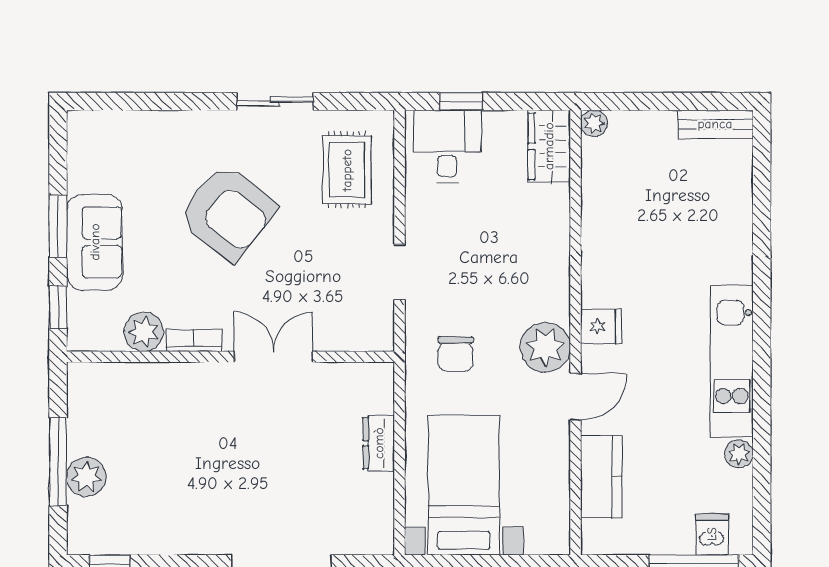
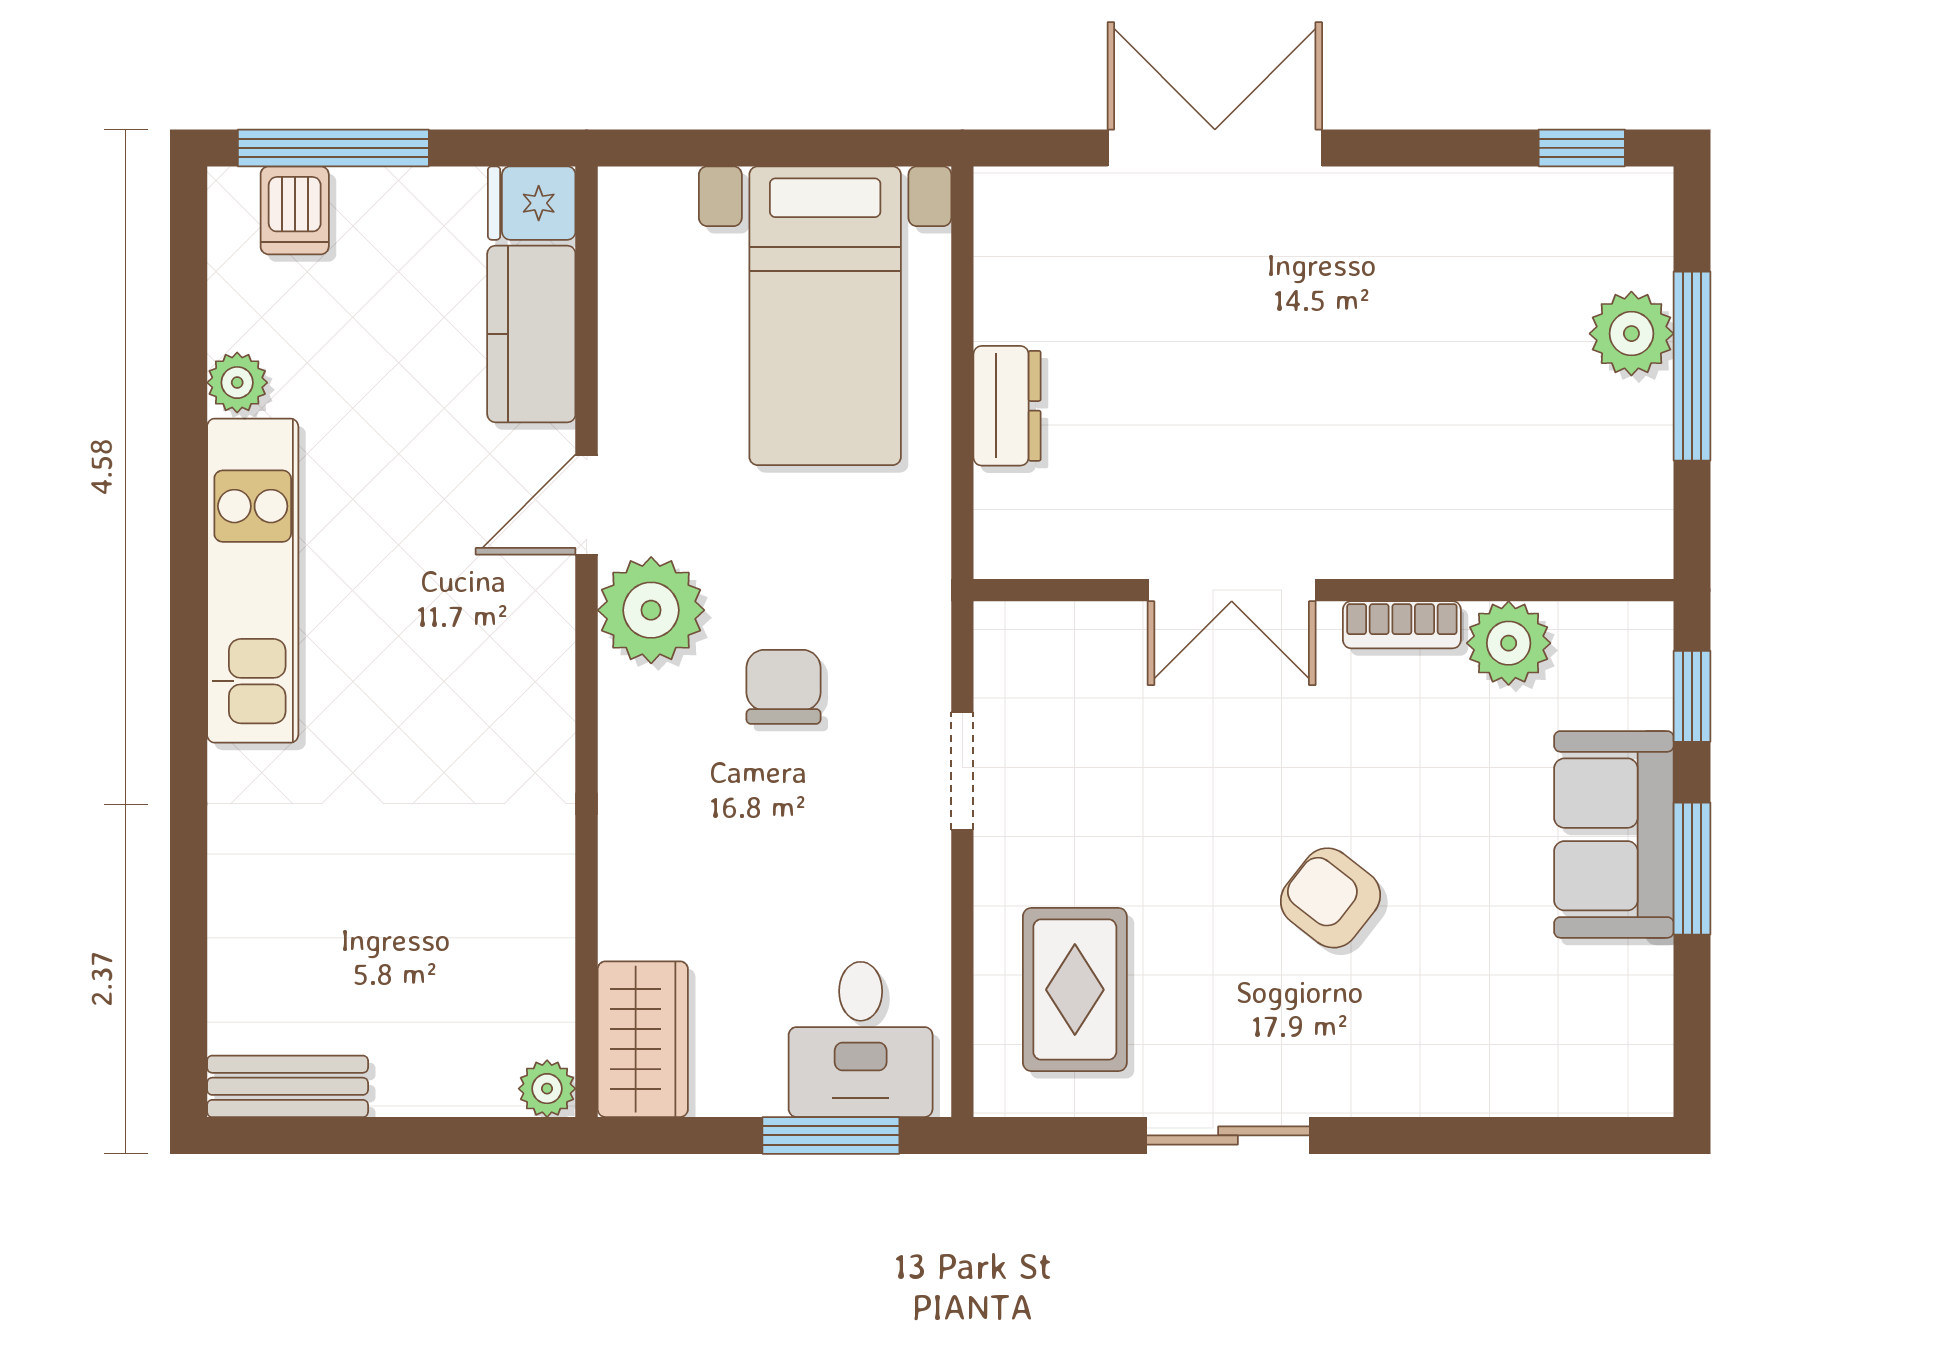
window: (461, 101) -> (831, 1135), width x1.50
armchair: (227, 213) -> (1330, 898), width x0.53, depth x0.53
fridge: (601, 326) -> (532, 203), moved
chair: (455, 354) -> (784, 687), moved

